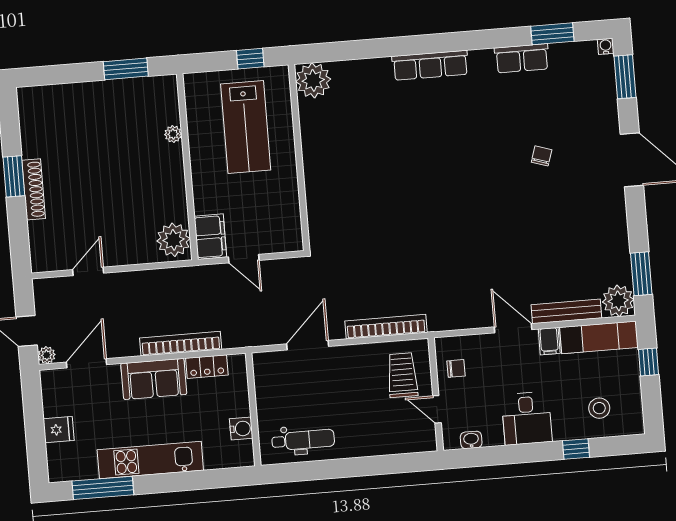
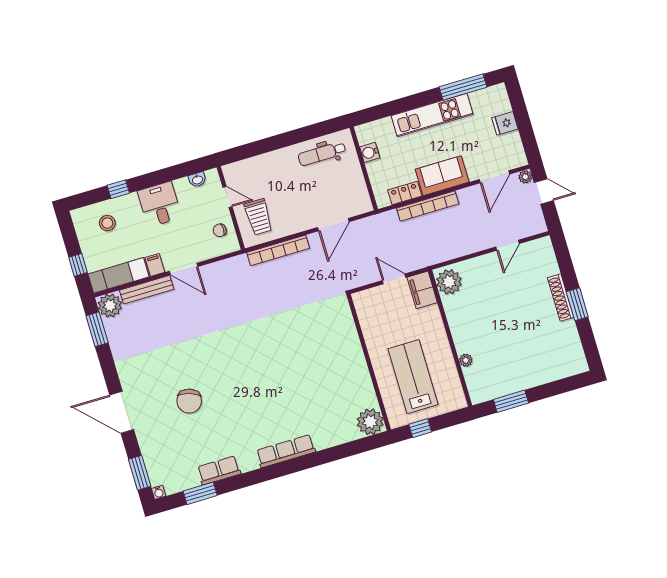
chair: (542, 156) -> (189, 401), width x1.87, depth x1.87

